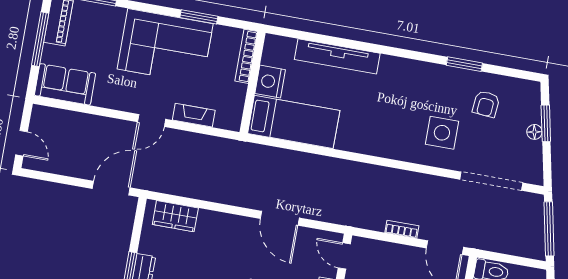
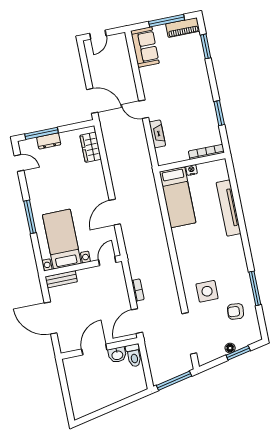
corner sofa: (165, 46) -> (193, 100), removed
window: (464, 64) -> (255, 288), width x1.44
nightstand: (270, 82) -> (191, 170), width x0.53, depth x0.56

